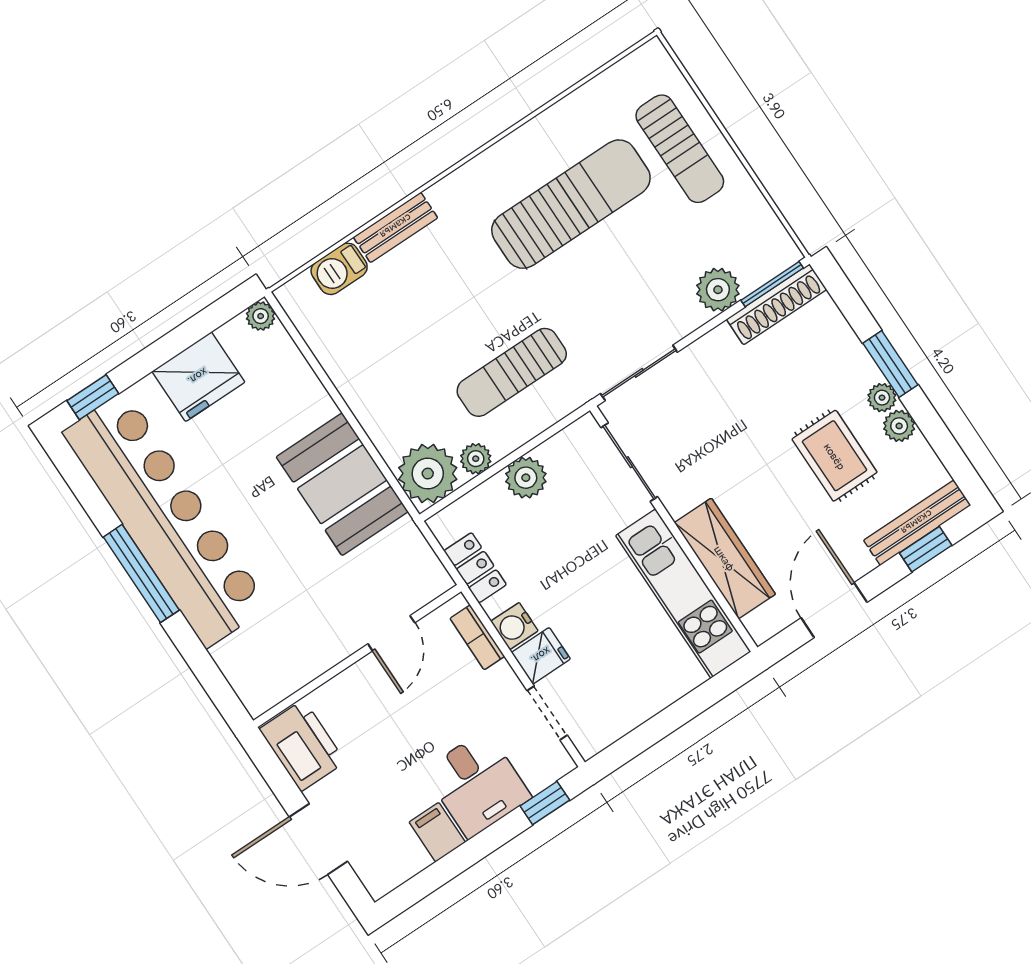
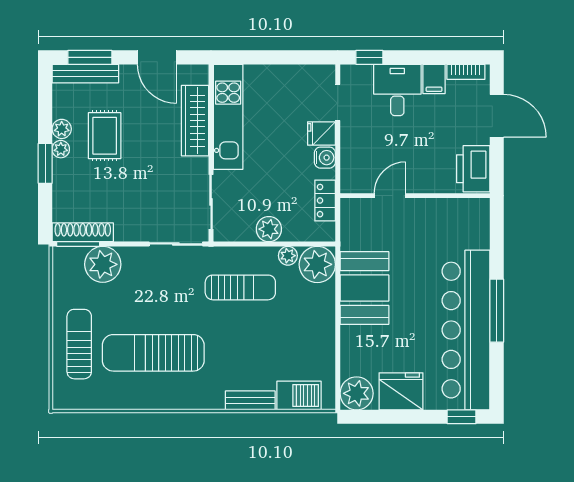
barbecue: (339, 269) -> (299, 395), width x1.38, depth x1.27
plant: (718, 290) -> (103, 264), width x1.36, depth x1.36
plant: (261, 316) -> (357, 393), width x1.88, depth x1.88
window: (926, 549) -> (90, 57), width x1.50
door: (834, 610) -> (157, 57), hinge flipped
bookcase: (477, 637) -> (466, 72), moved, turned 90

